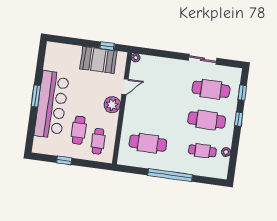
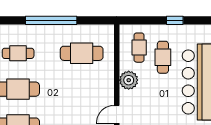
plant: (112, 105) -> (129, 80), moved

